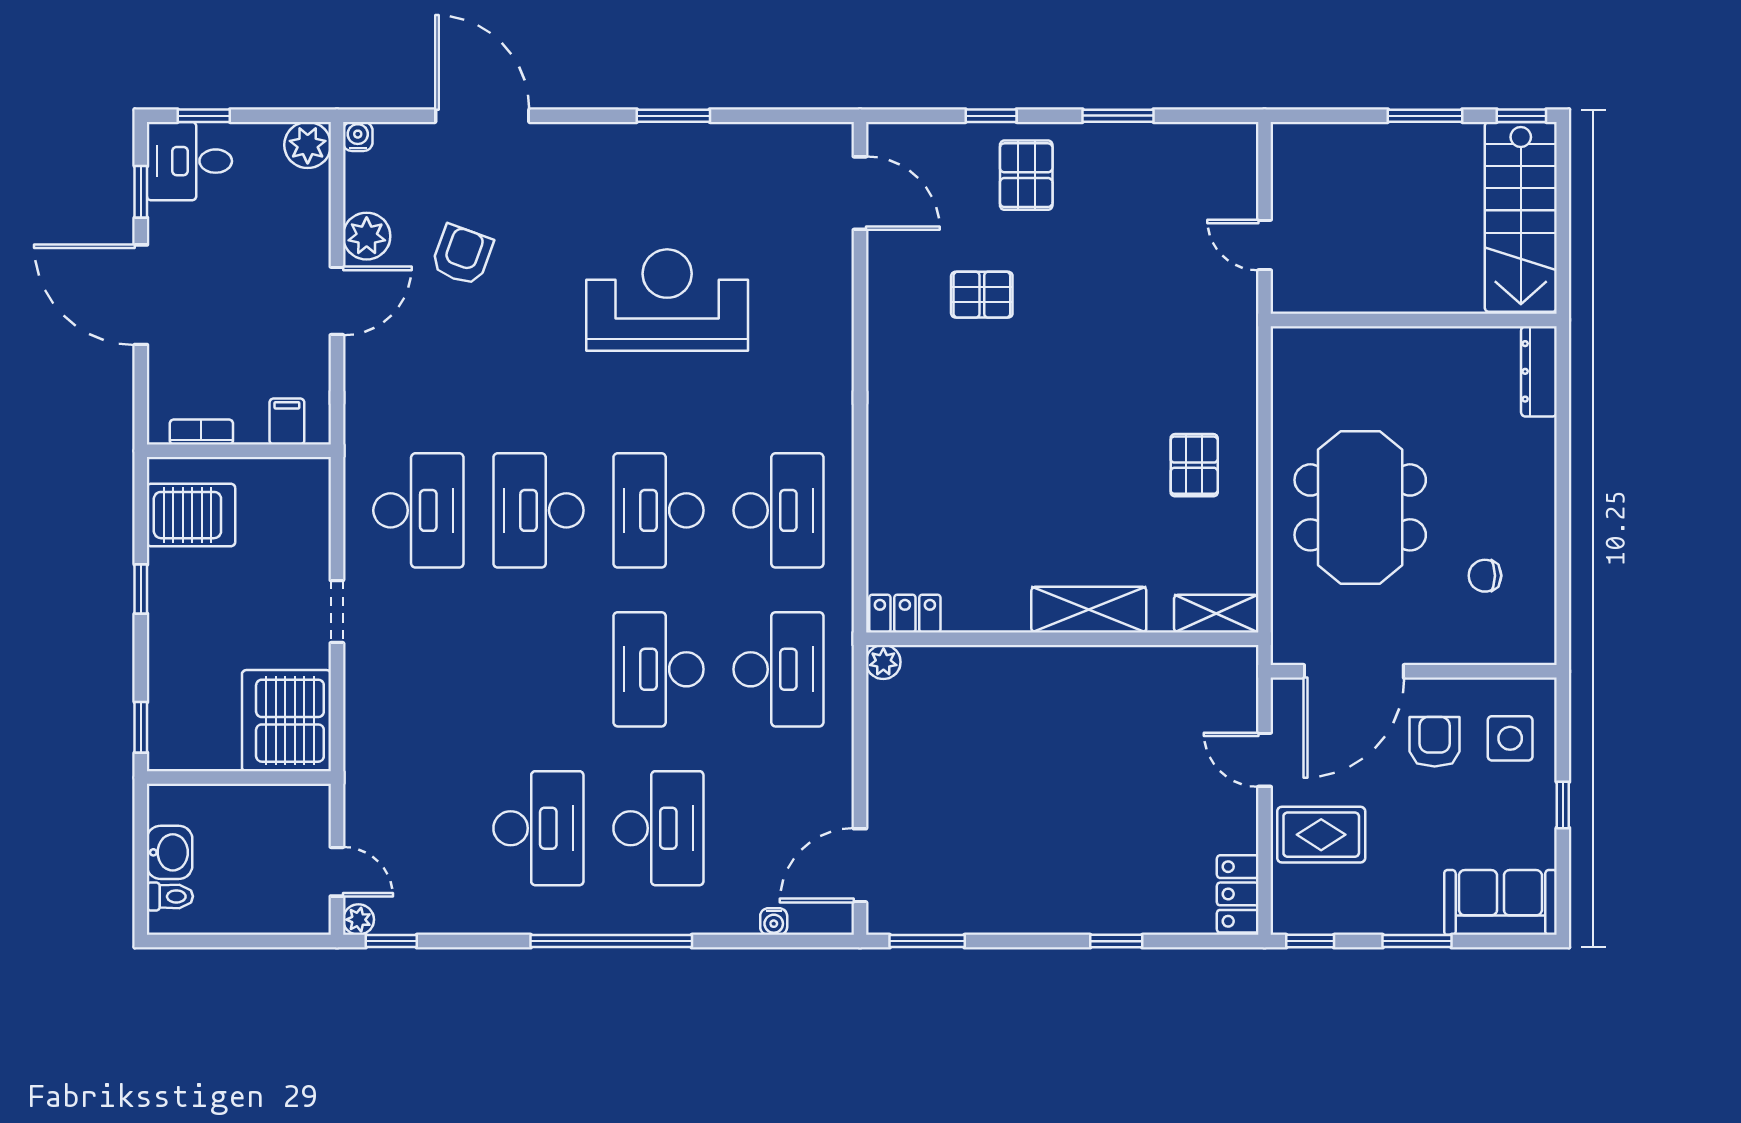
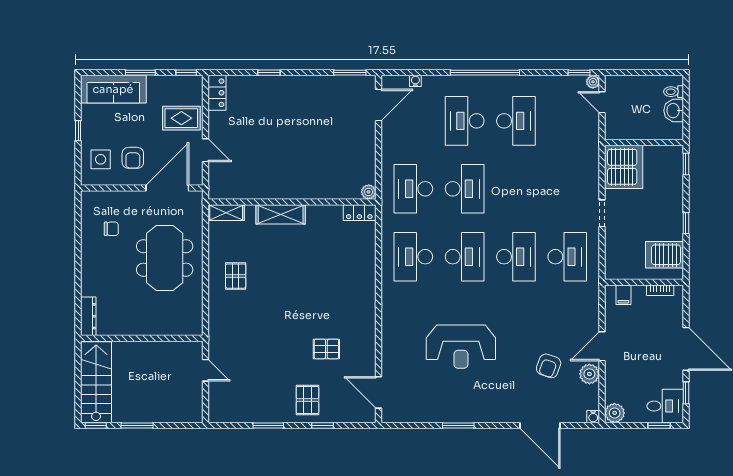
desk: (418, 510) -> (567, 257), turned 180
desk: (538, 828) -> (516, 121), turned 180
sofa: (1500, 902) -> (113, 89), width x1.36

